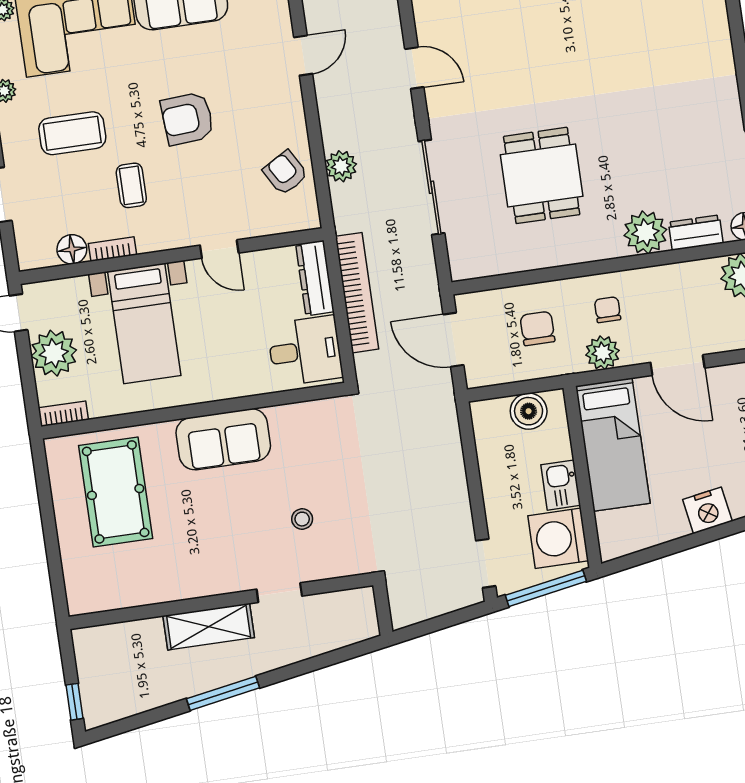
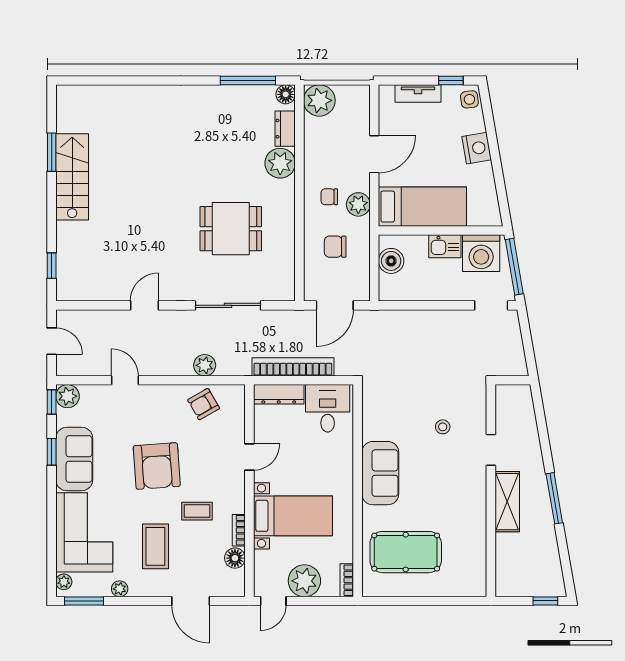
armchair: (187, 119) -> (157, 466), width x1.36, depth x1.36

